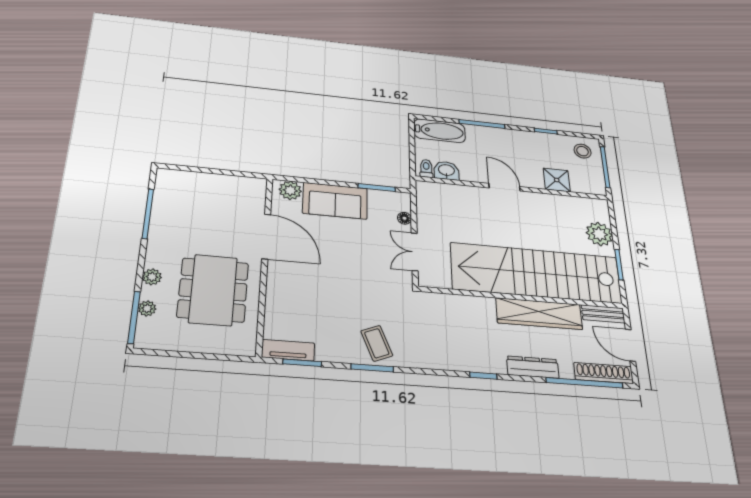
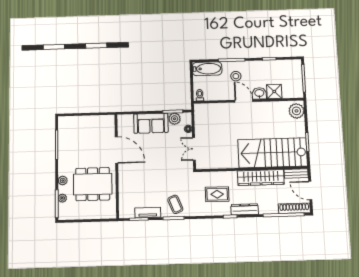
stool: (583, 151) -> (236, 76), moved
washbasin: (446, 171) -> (259, 93), moved
plant: (290, 190) -> (175, 119), moved
plant: (599, 234) -> (296, 111), moved
stairs: (536, 273) -> (273, 153), width x0.73
dining table: (213, 290) -> (93, 184), turned 90
rug: (458, 334) -> (217, 194), added
tv unit: (288, 350) -> (148, 213), moved
dresser: (533, 367) -> (245, 209), moved

